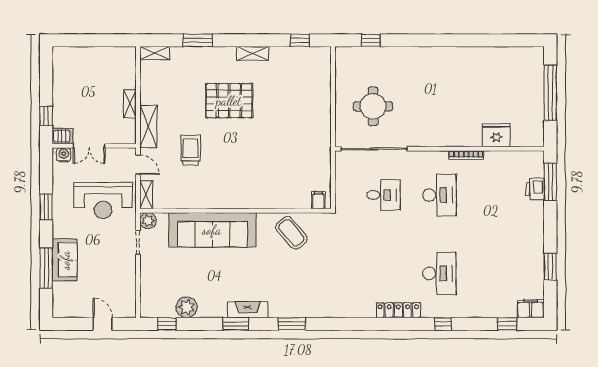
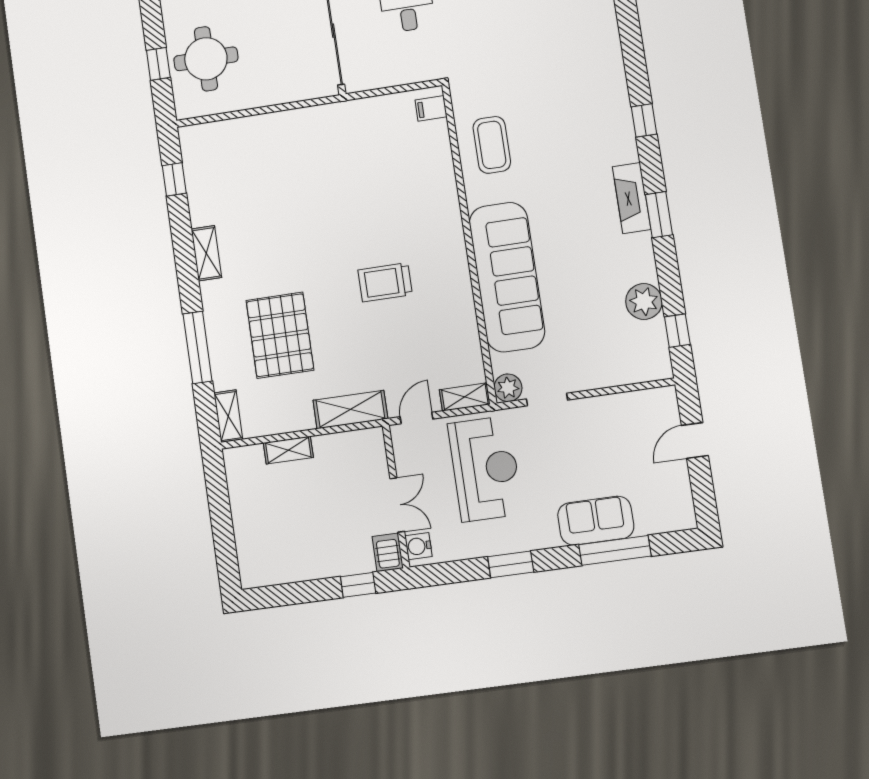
window: (198, 40) -> (198, 347), width x1.44
pallet: (229, 101) -> (280, 335), moved
shelving: (130, 104) -> (288, 450), moved
round table: (373, 106) -> (206, 59), moved
trolley: (191, 150) -> (385, 282), moved
coffee table: (291, 233) -> (492, 145), turned -50
window: (292, 324) -> (644, 120), width x0.67

